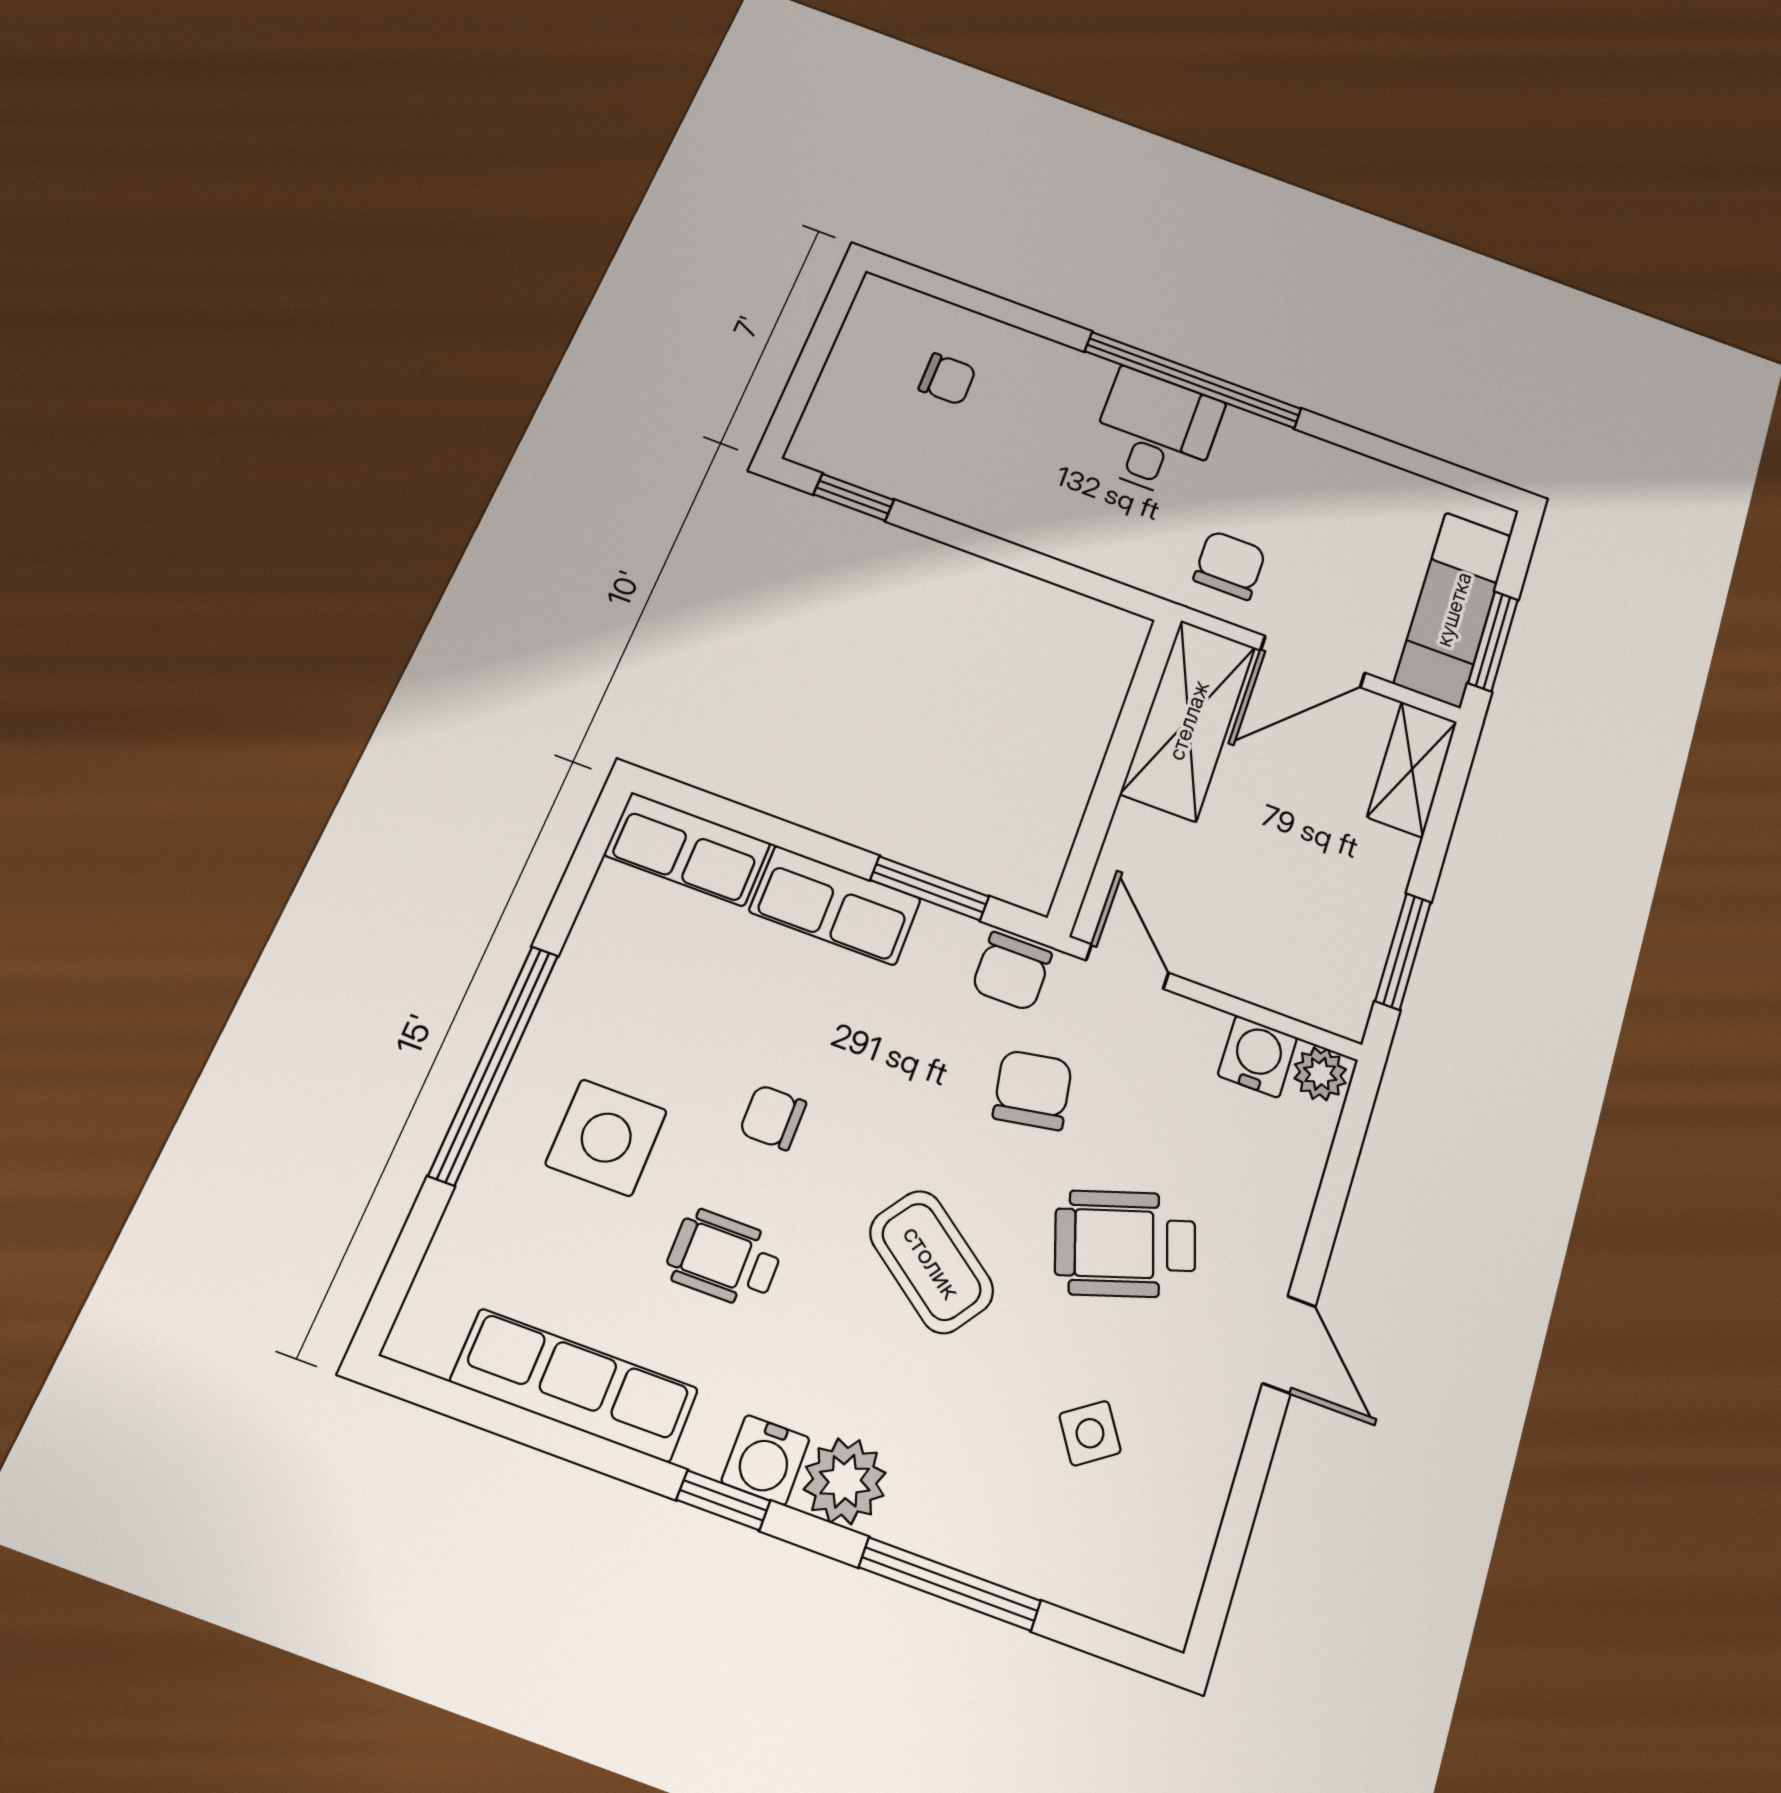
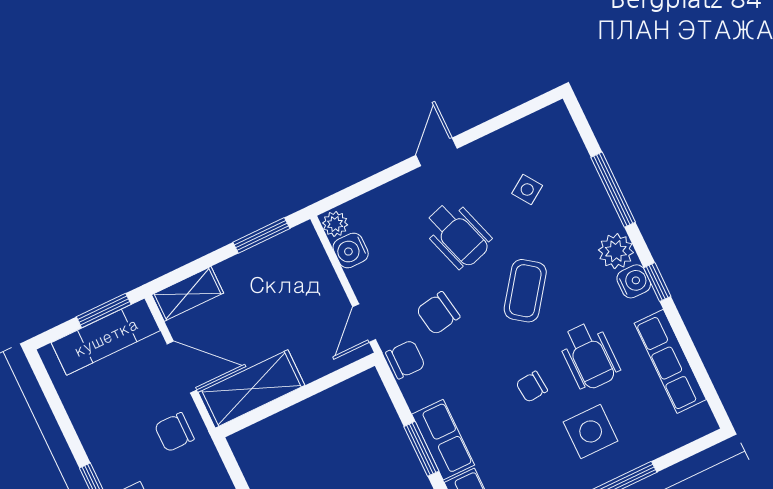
window: (930, 888) -> (421, 449), moved
chair: (773, 1117) -> (532, 387), turned 85
wheelchair: (724, 1258) -> (589, 356), width x1.36, depth x1.37

